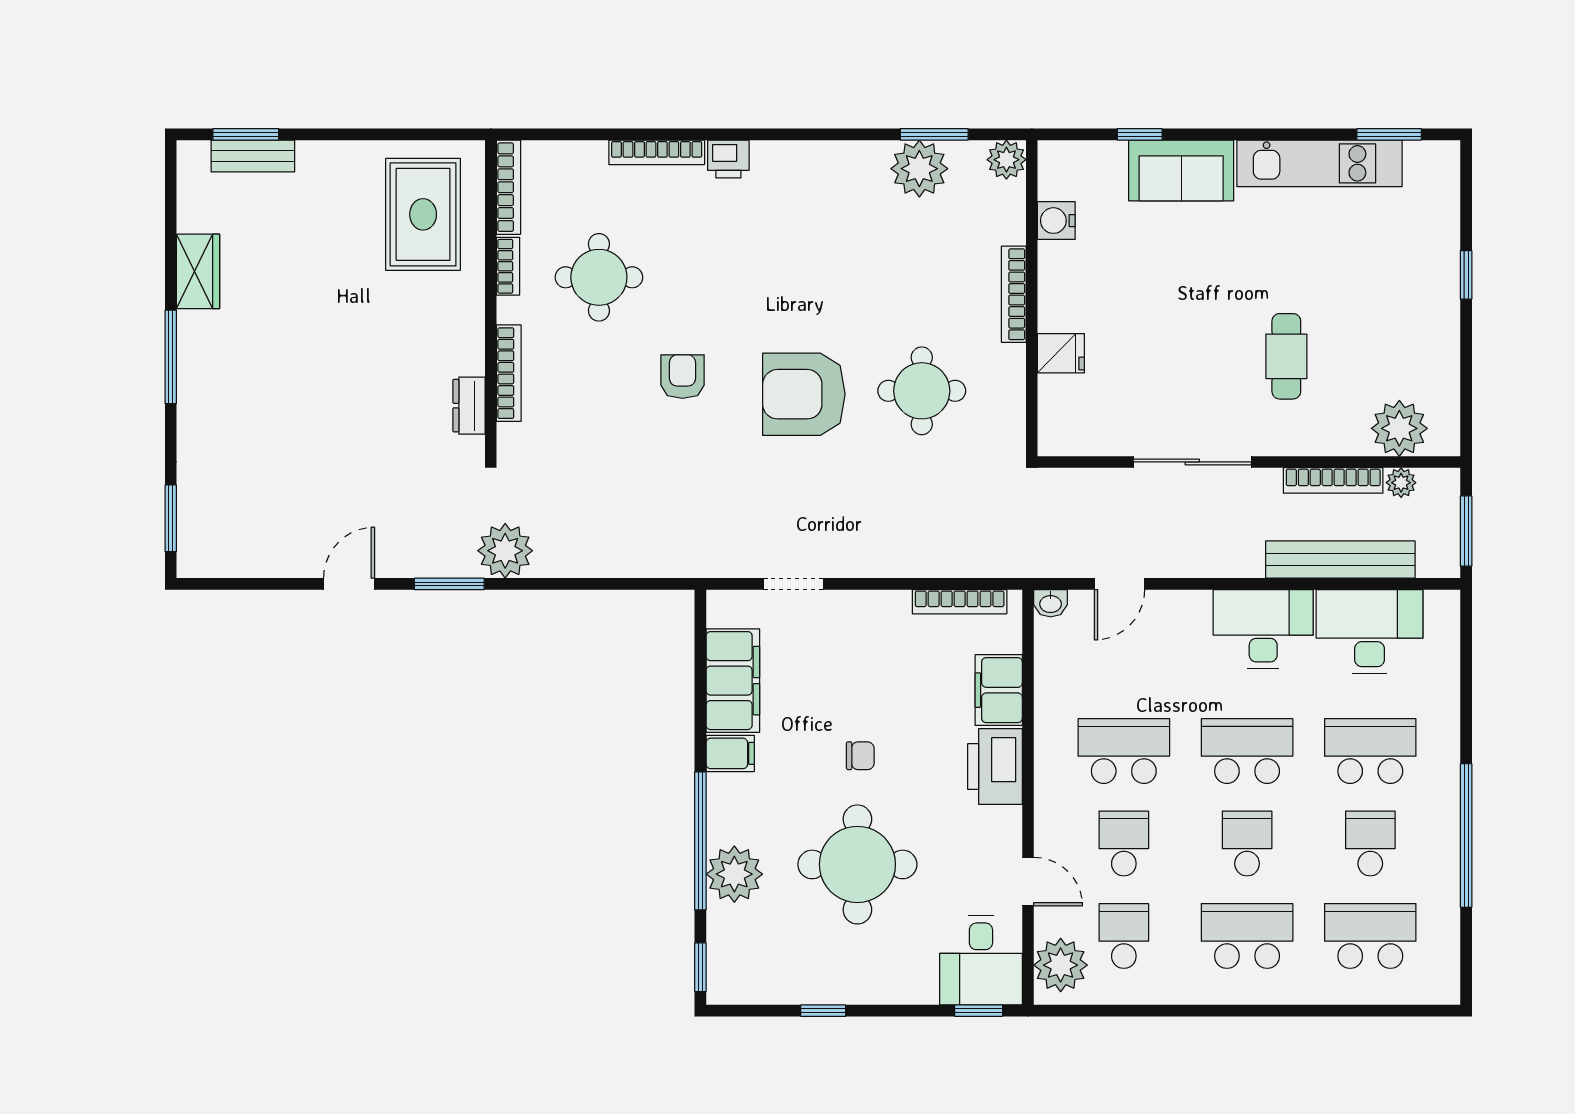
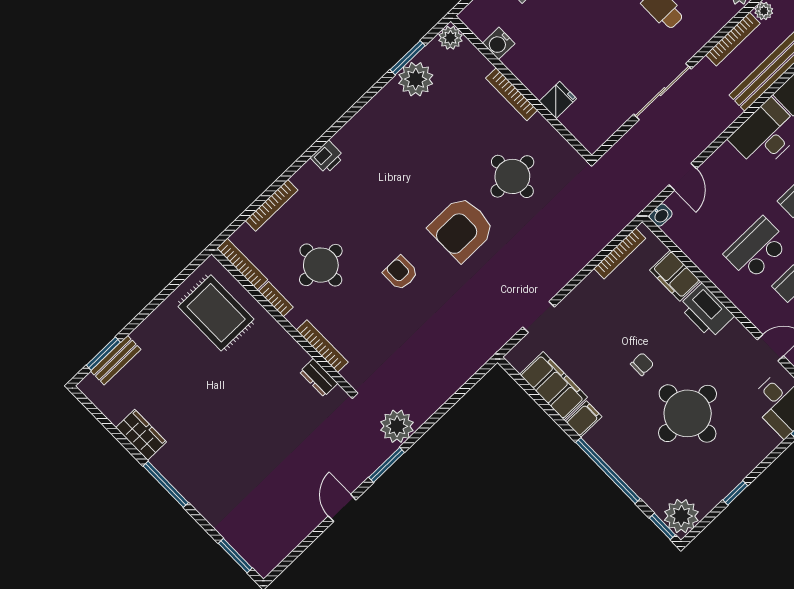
bookcase: (657, 152) -> (272, 205), moved
plant: (734, 874) -> (681, 516), moved

